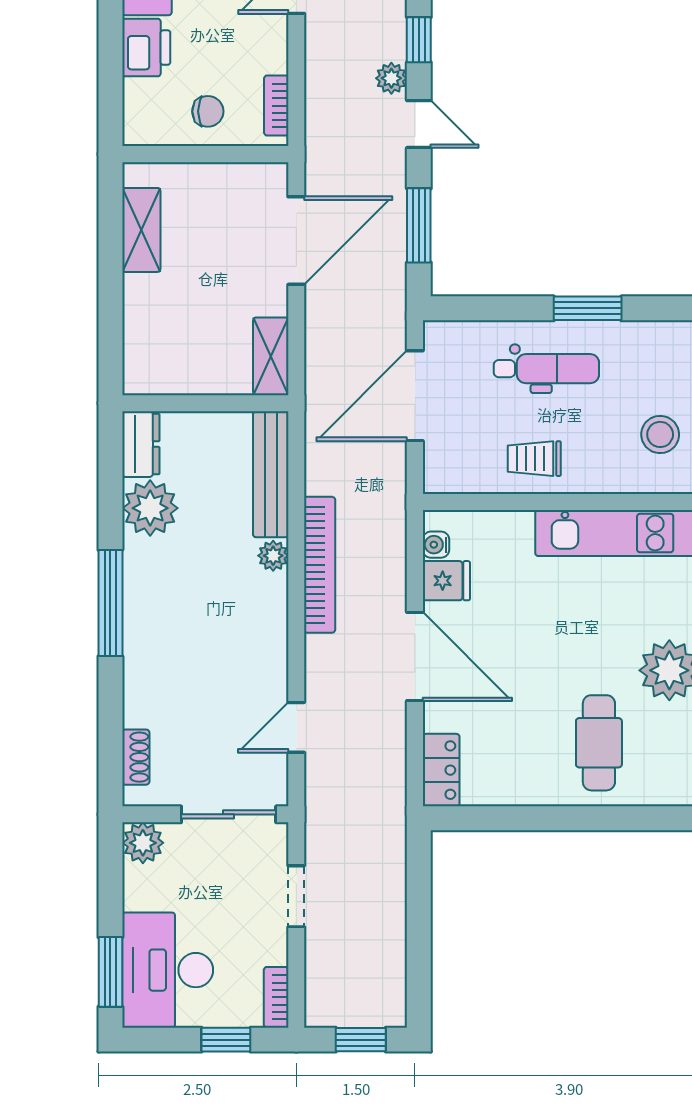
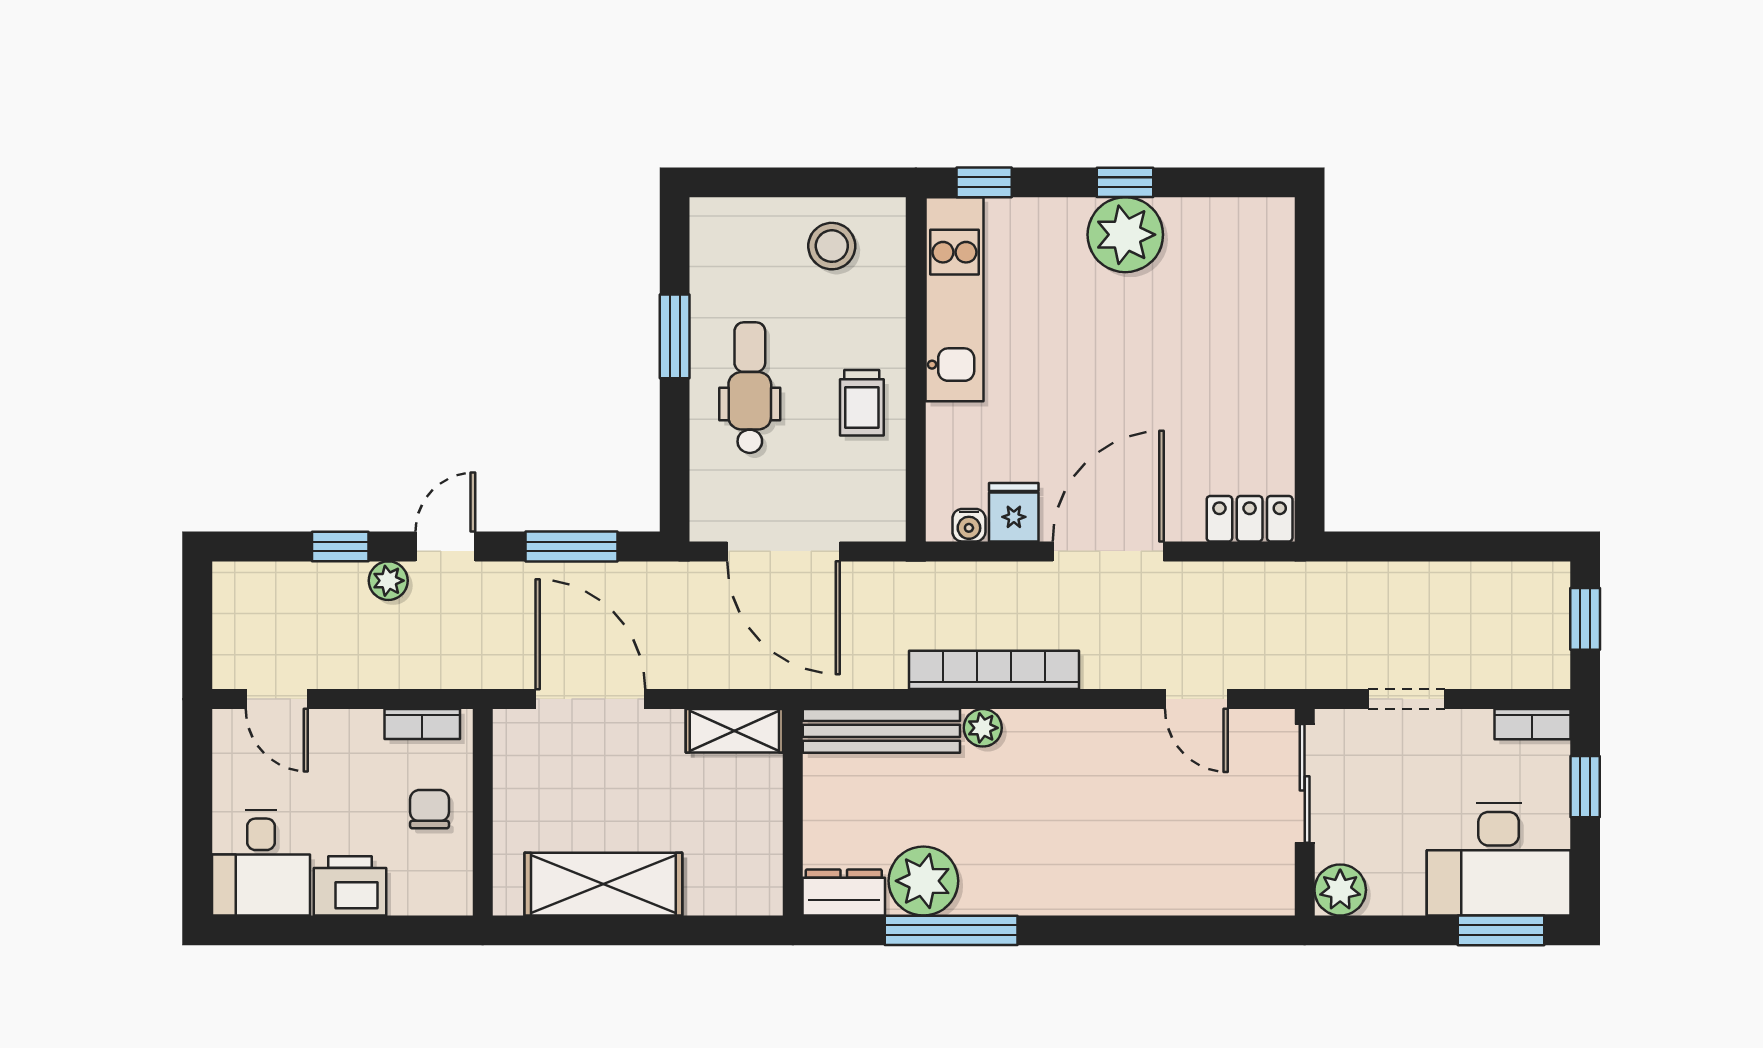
shelving: (141, 230) -> (603, 884), width x1.50, depth x1.33
window: (110, 603) -> (951, 930), moved
cafe table: (599, 743) -> (1216, 322), removed
shoe rack: (136, 757) -> (1233, 899), removed

